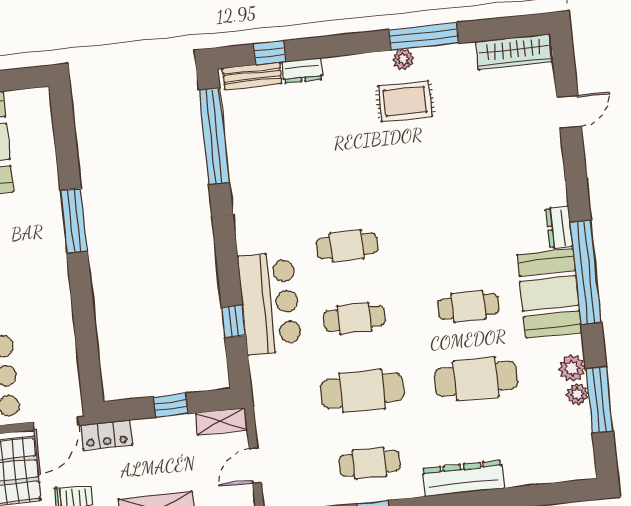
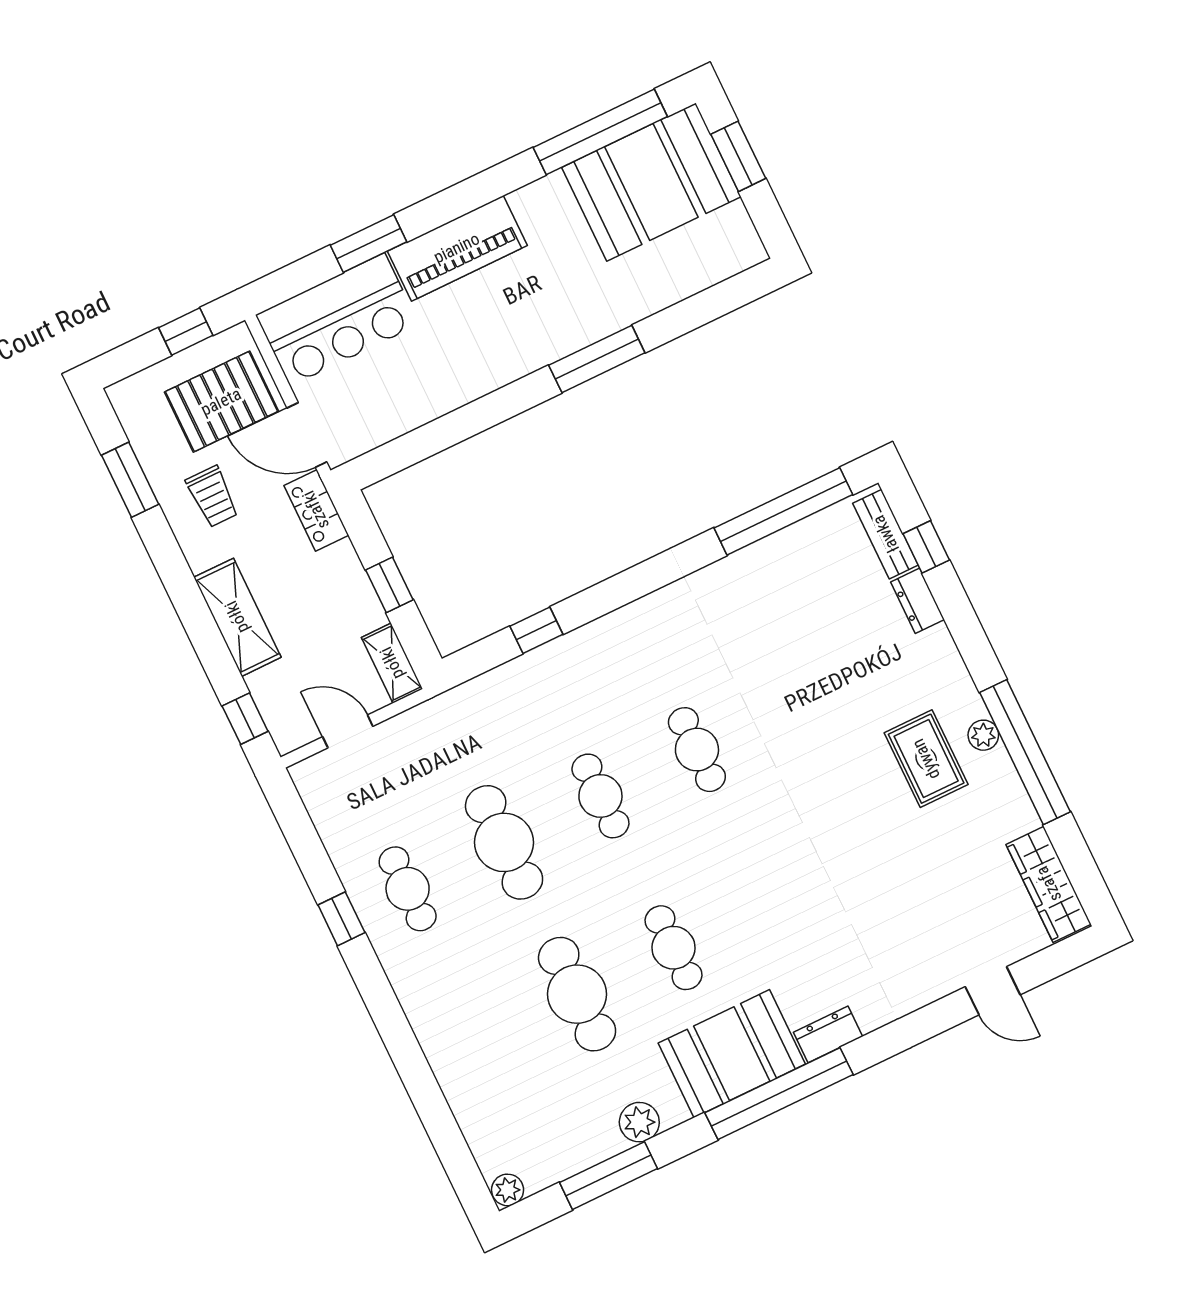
window: (424, 36) -> (1025, 752), width x1.46
bar counter: (270, 303) -> (580, 671), removed
plant: (578, 394) -> (508, 1190), moved
dresser: (463, 478) -> (433, 1026), removed

